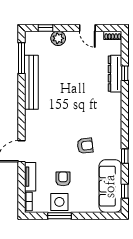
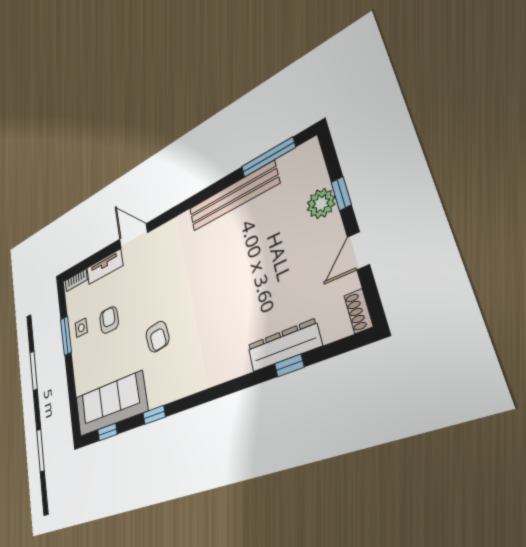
window: (46, 28) -> (341, 193), moved
armchair: (63, 179) -> (109, 320), turned -90
side table: (59, 202) -> (81, 328), width x0.54, depth x0.54

